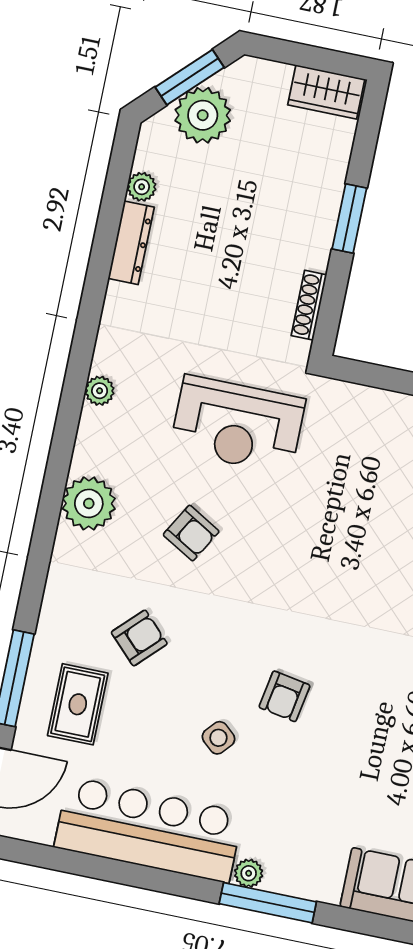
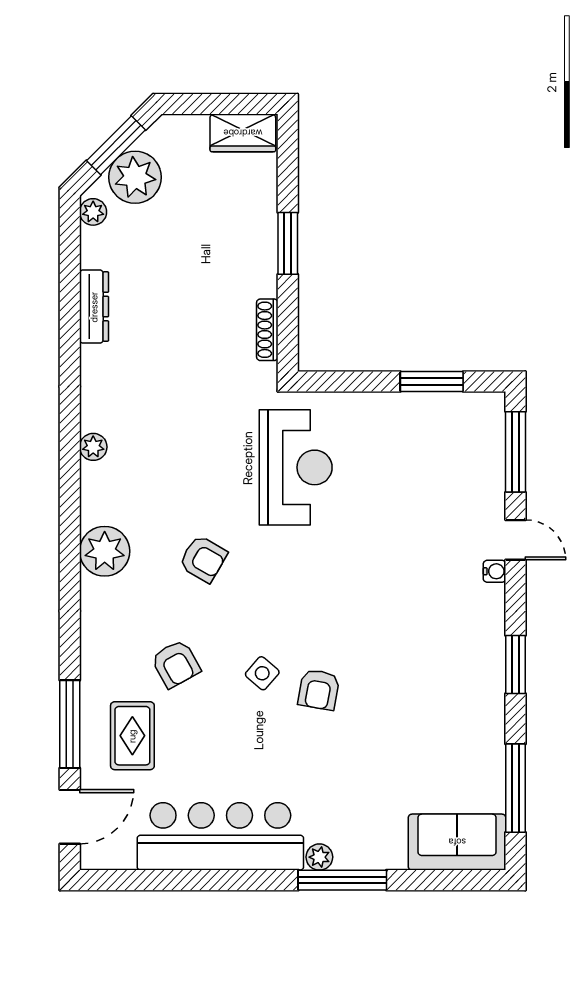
plant: (142, 187) -> (93, 212), moved
reception desk: (238, 425) -> (296, 467), moved, turned -90
armchair: (139, 638) -> (176, 664), turned 106
side table: (218, 738) -> (262, 673), moved

